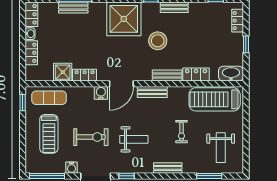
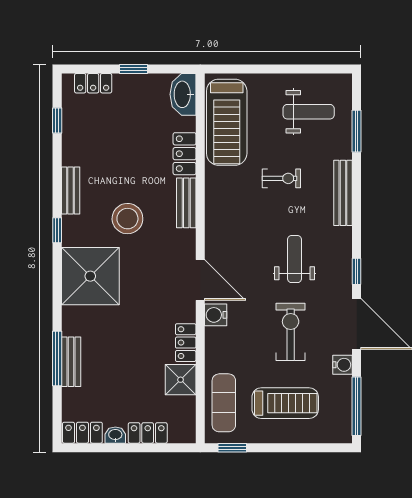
bench: (152, 92) -> (214, 228), removed
bench: (168, 168) -> (343, 193), width x1.36

